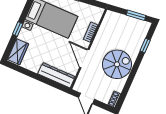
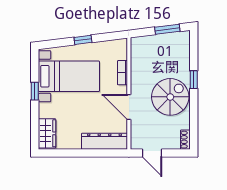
window: (18, 29) -> (35, 91), moved
window: (145, 45) -> (194, 80), moved

